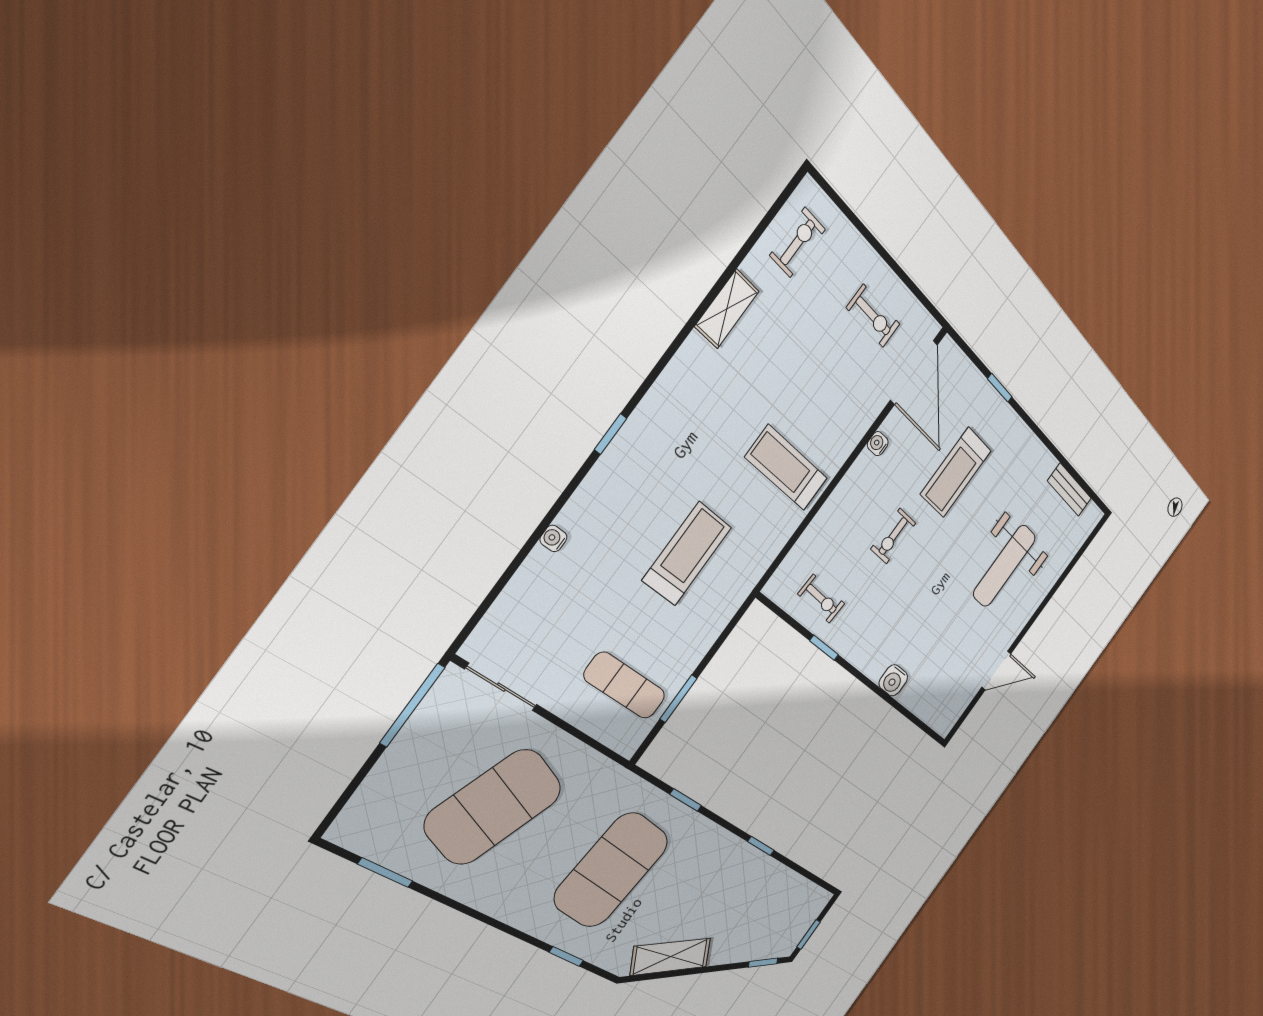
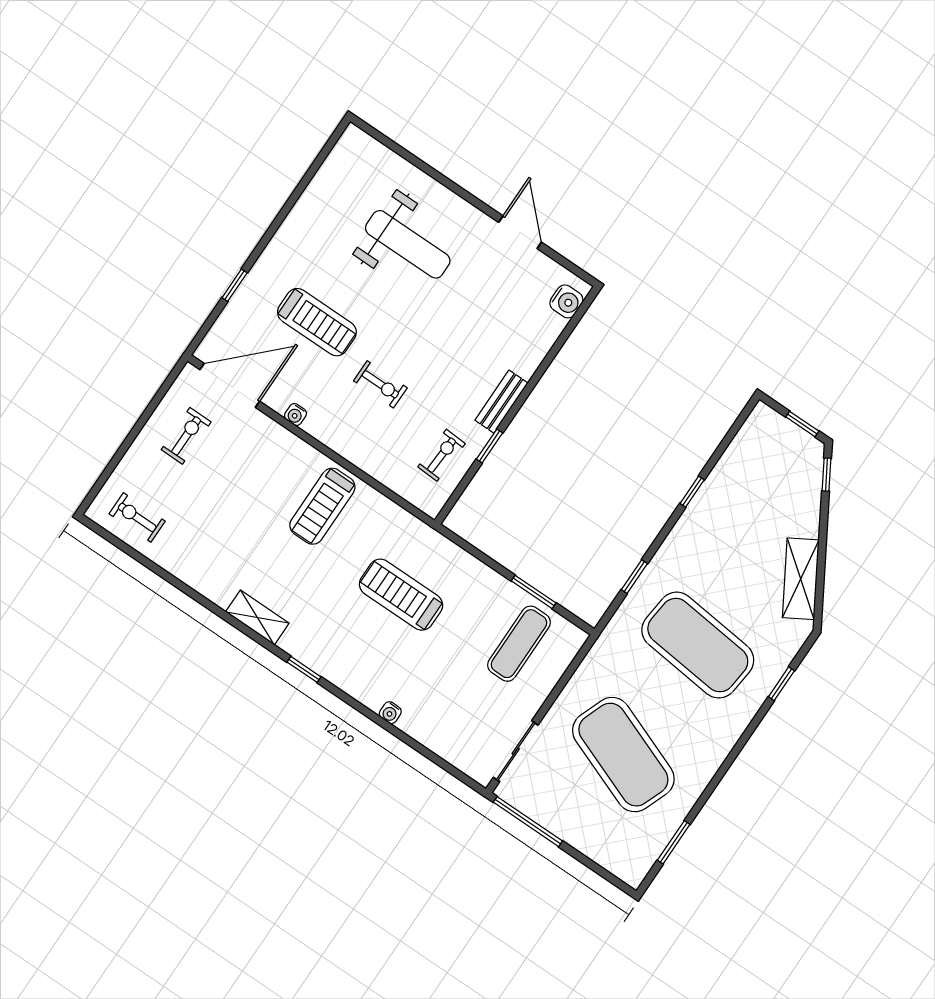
shelving: (727, 309) -> (257, 618), moved
bench: (1069, 490) -> (501, 402), moved
water cooler: (893, 680) -> (566, 301), moved

